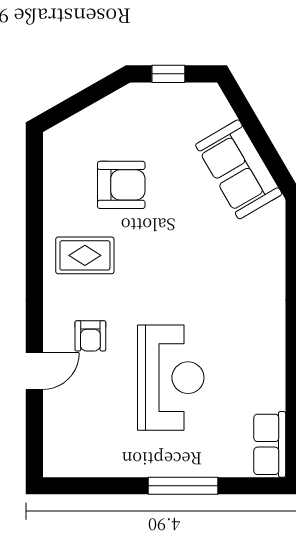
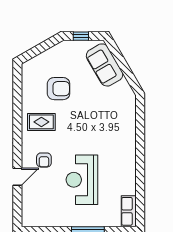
sofa: (239, 169) -> (105, 65), moved
reception desk: (171, 378) -> (82, 180), turned 180

